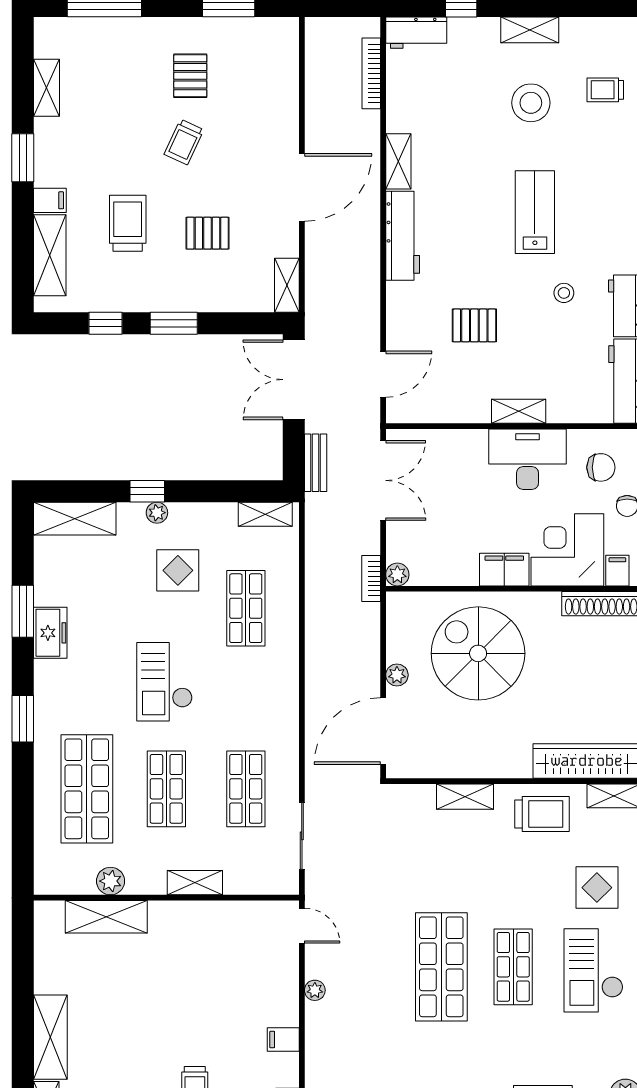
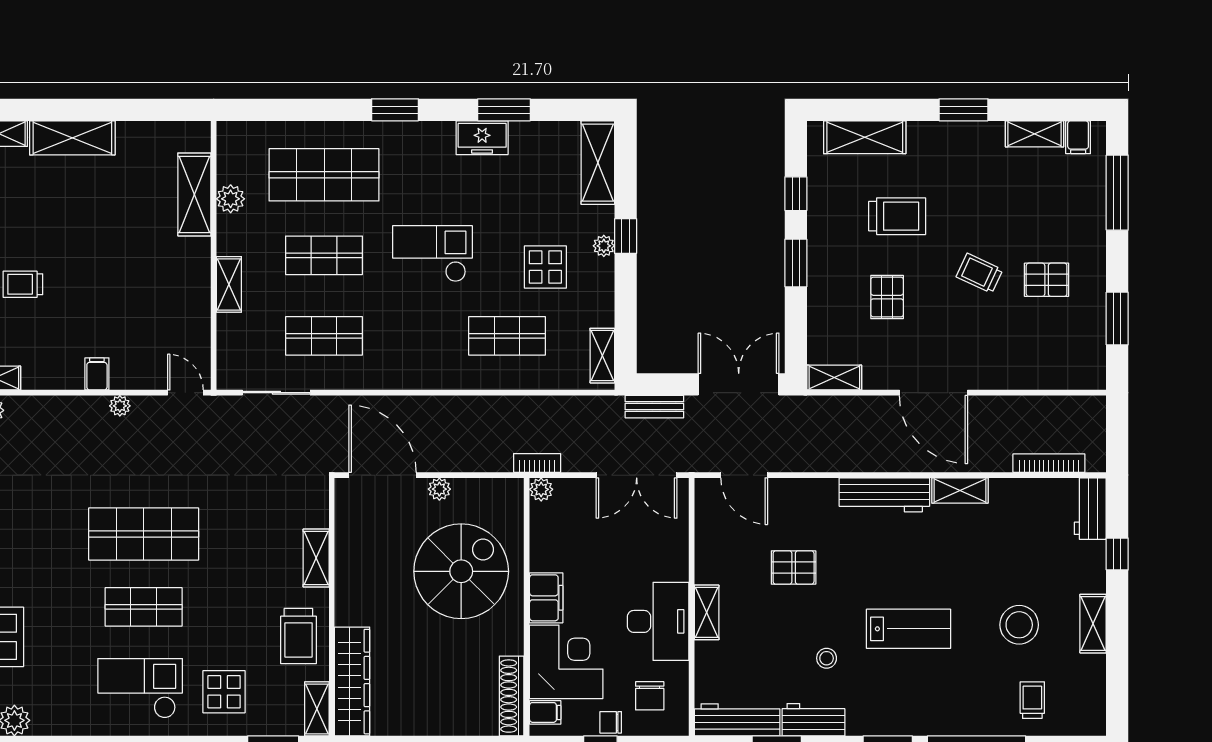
filing cabinet: (50, 200) -> (1078, 137), moved
pallet: (474, 325) -> (794, 568), turned 90
door: (302, 926) -> (185, 393), swing flipped
filing cabinet: (283, 1040) -> (97, 374), moved

